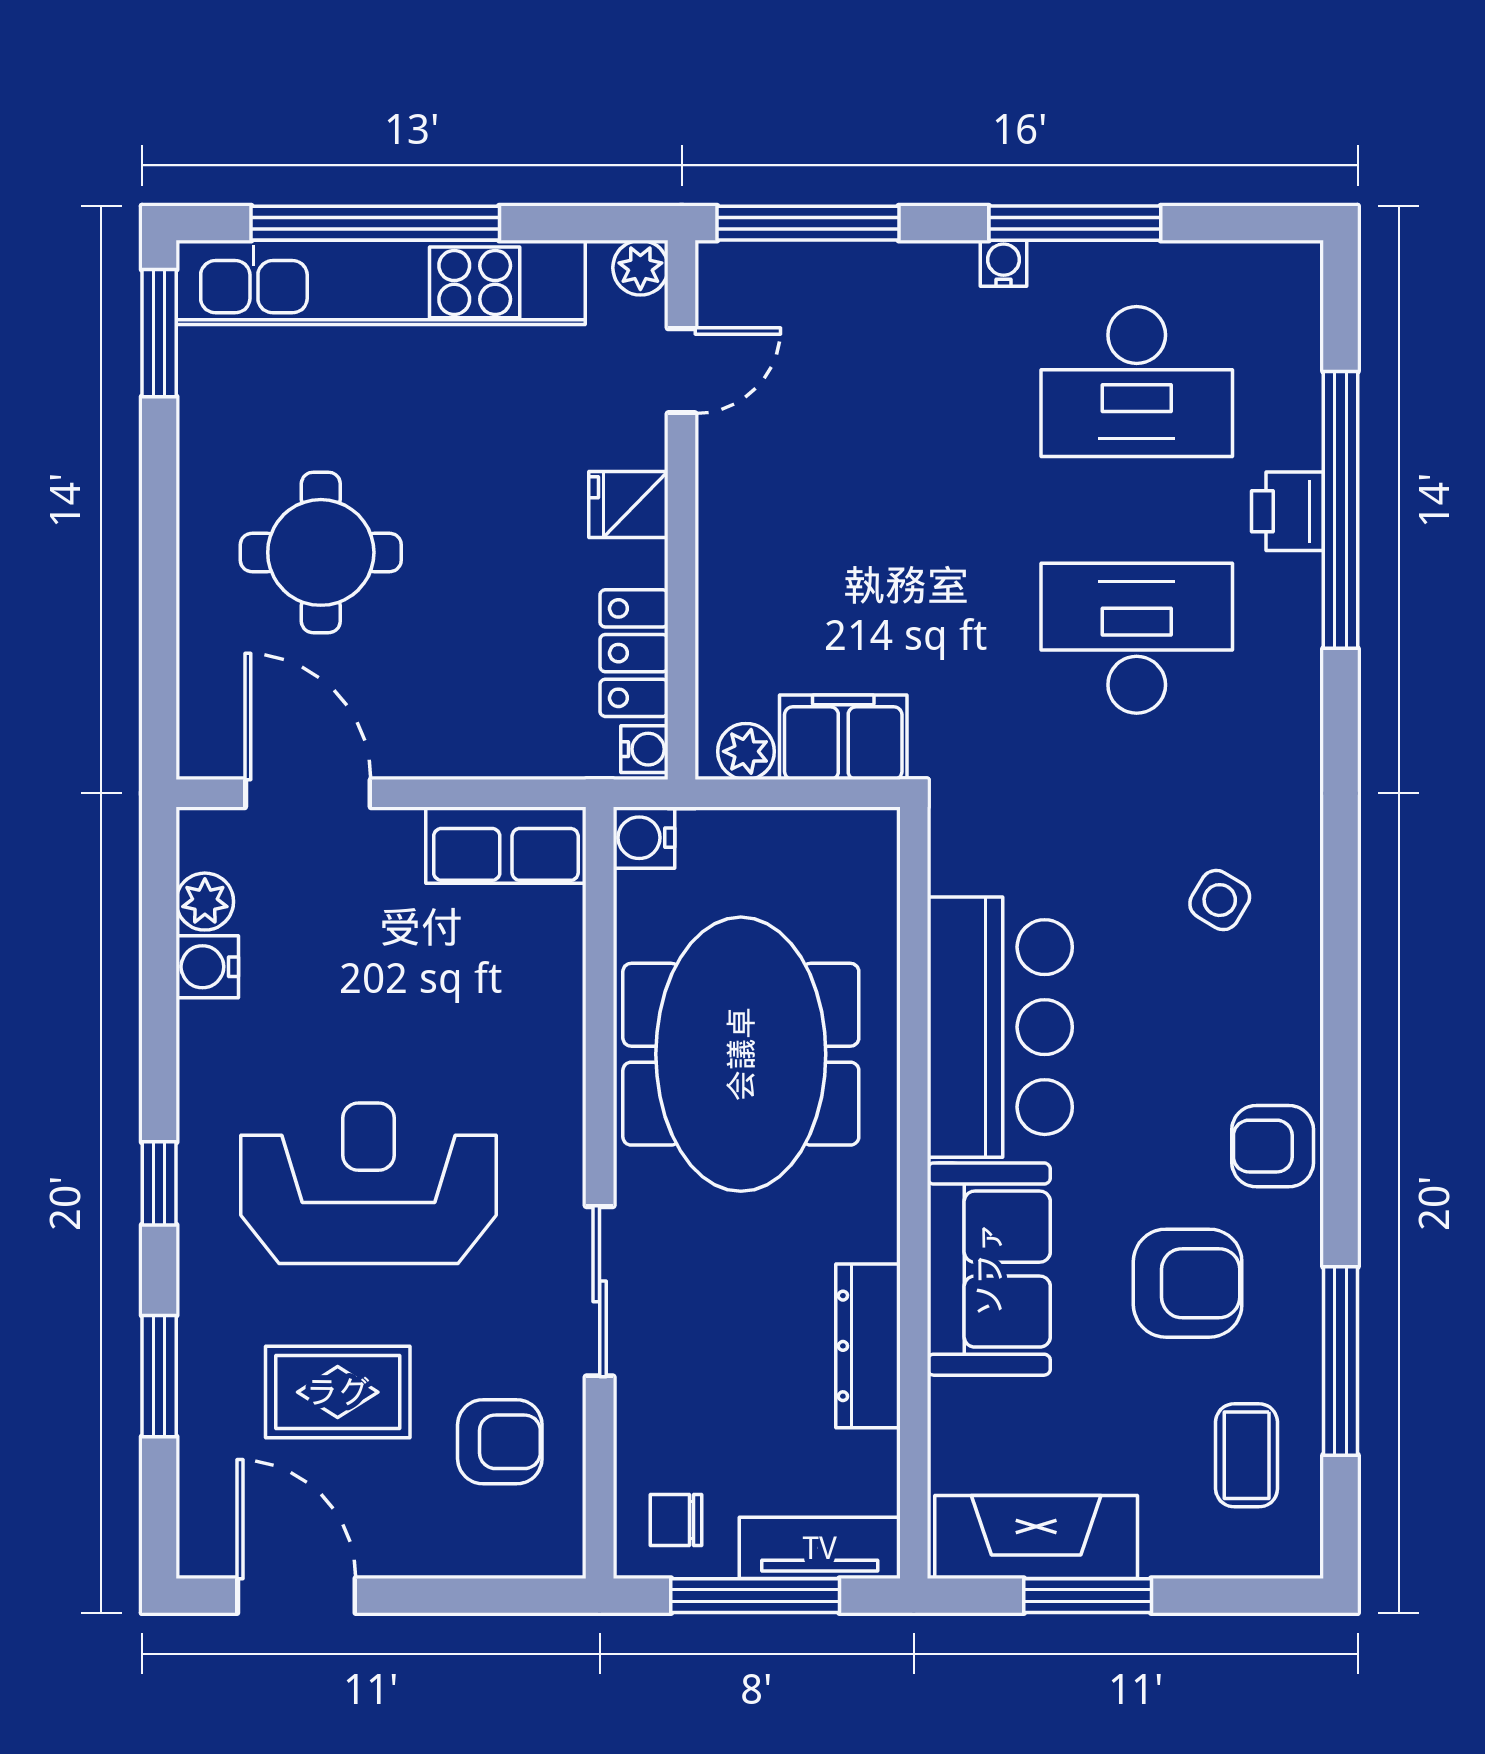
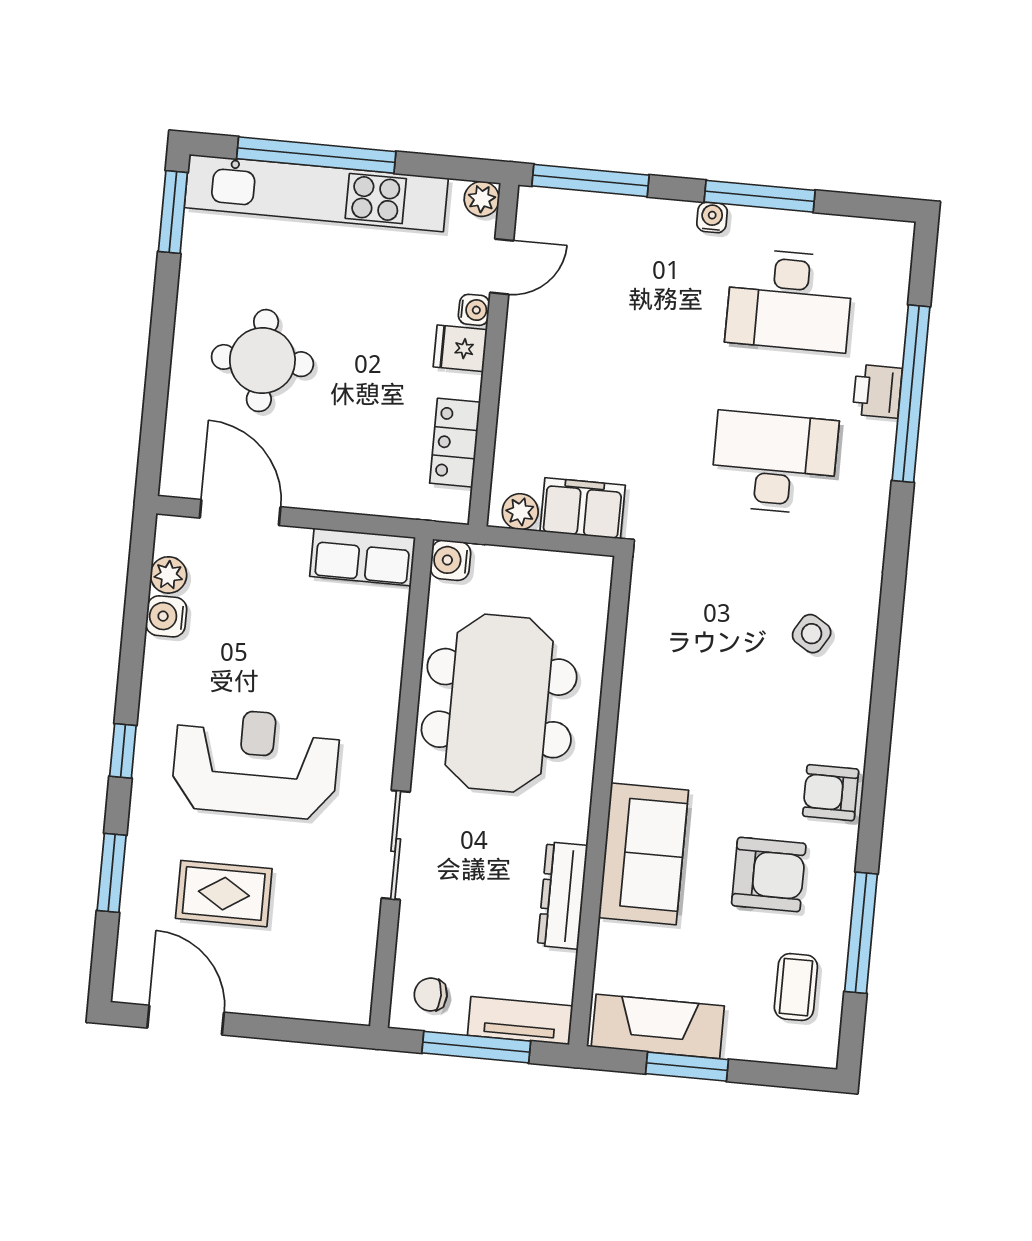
water cooler: (644, 749) -> (474, 310), moved
bar counter: (1000, 1027) -> (665, 701), removed
armchair: (500, 1442) -> (324, 935), removed

